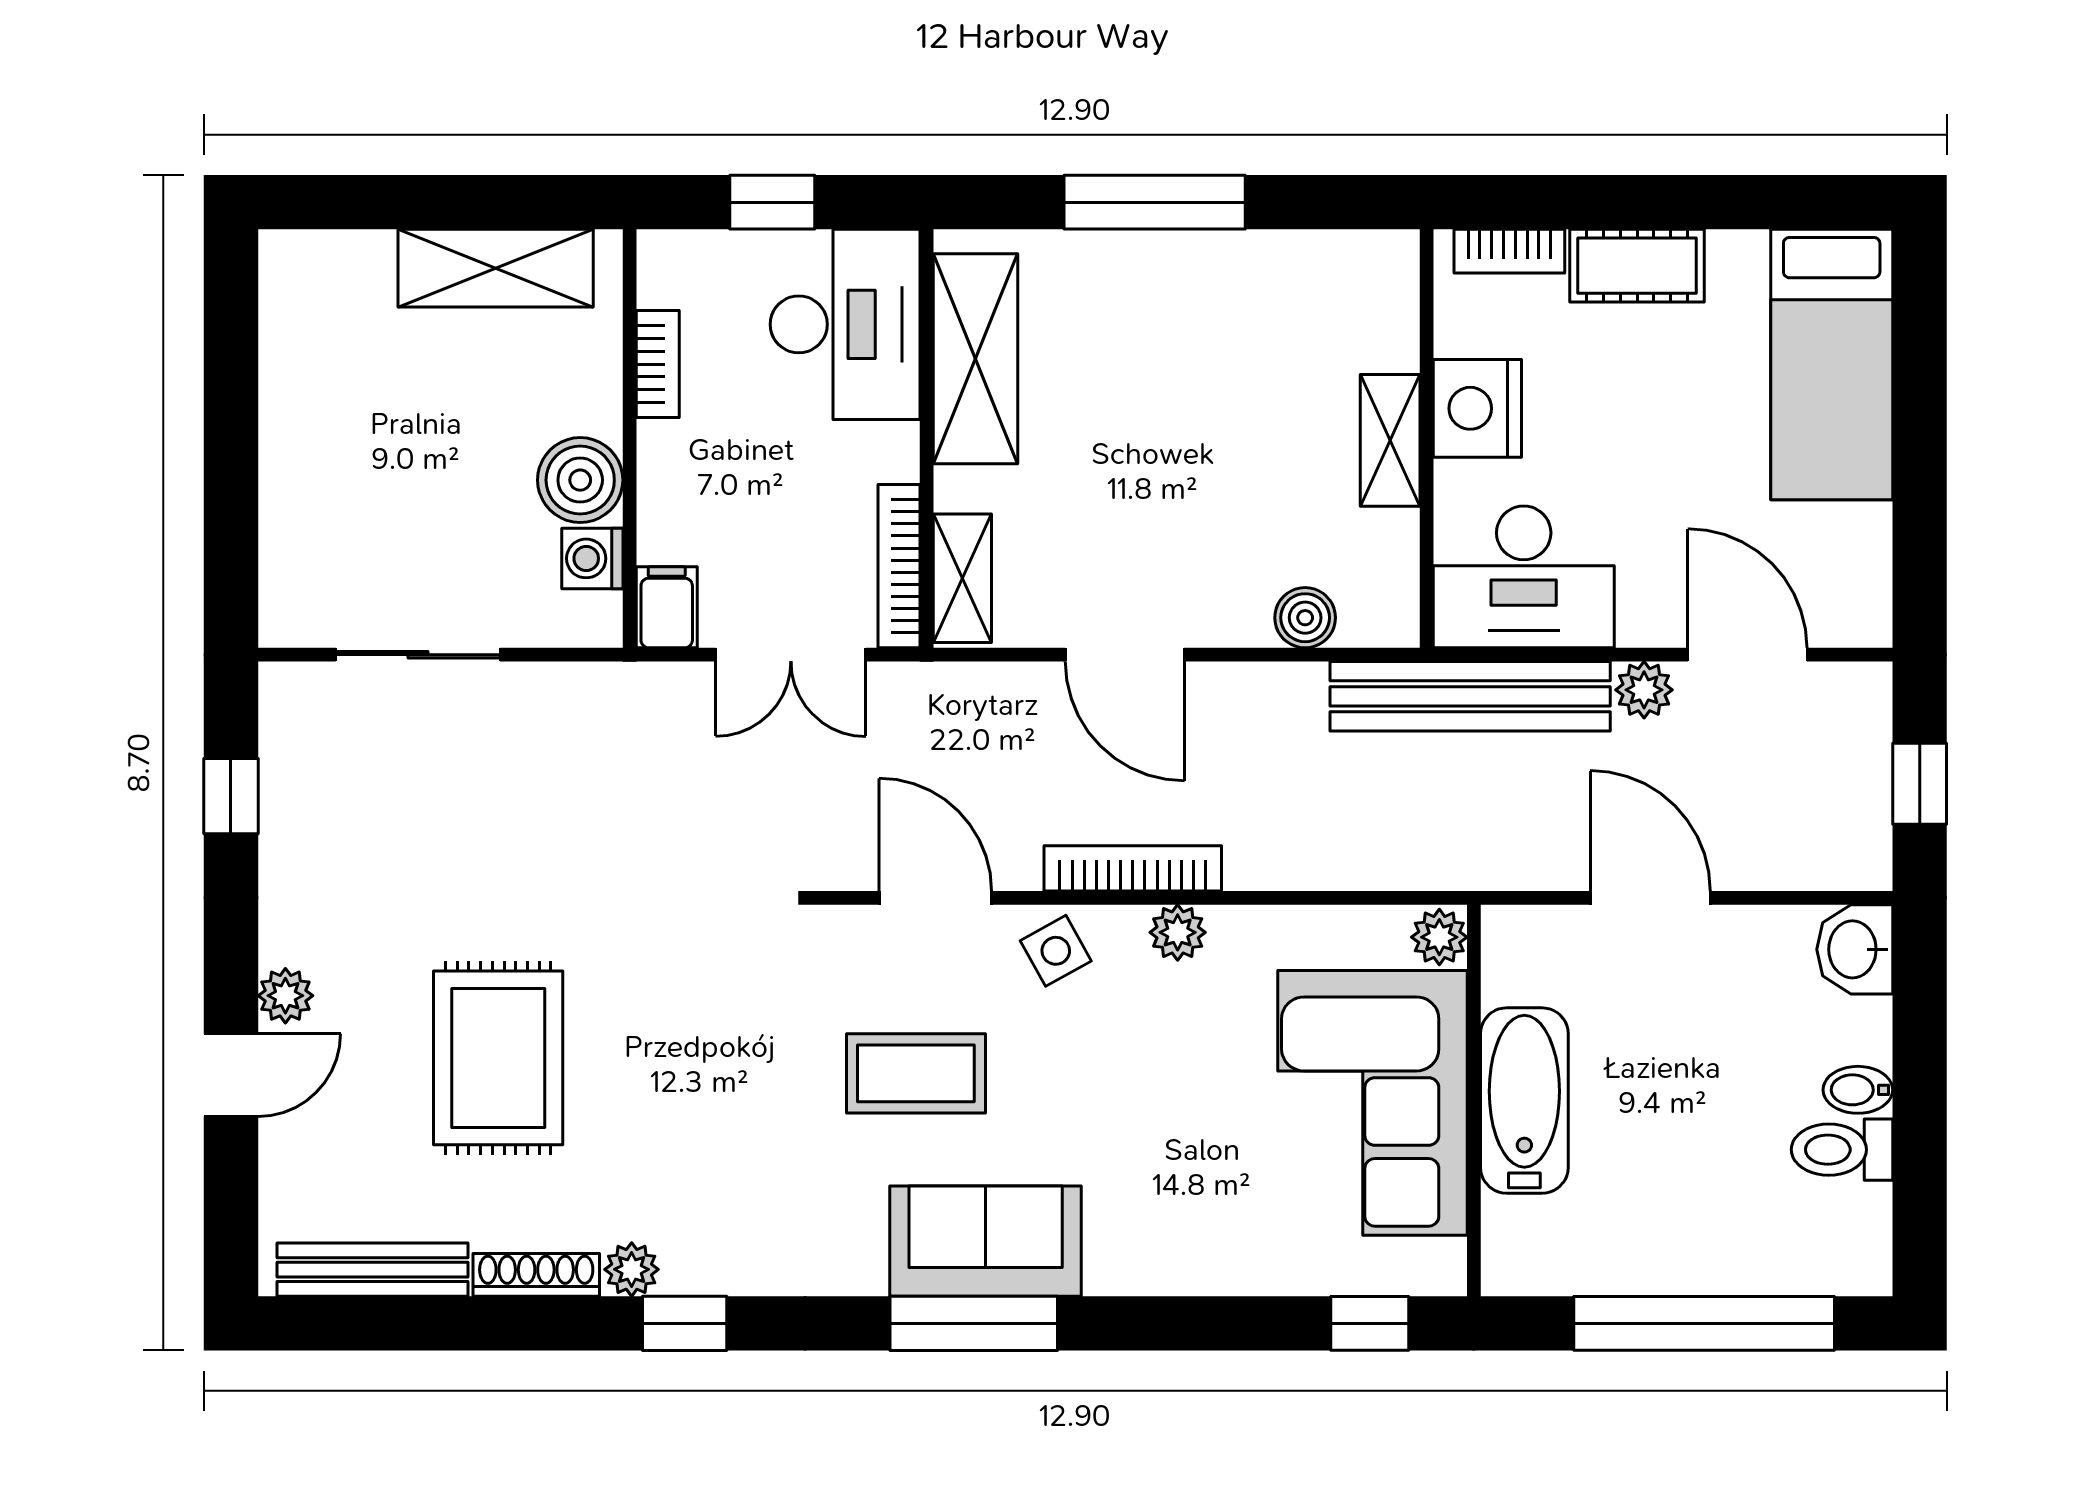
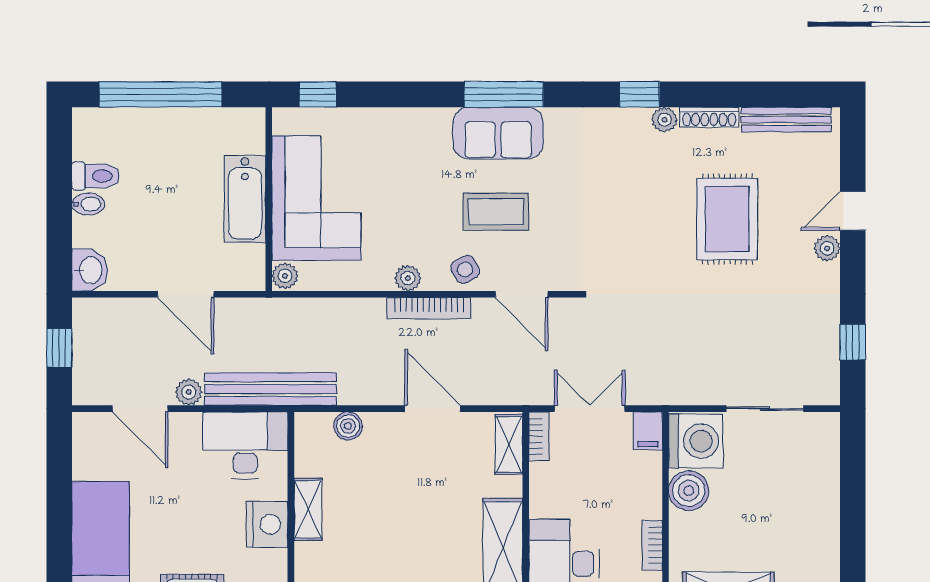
washing machine: (592, 558) -> (696, 441), width x1.89, depth x1.89
bookcase: (899, 566) -> (539, 436), width x0.64
coffee table: (916, 1073) -> (496, 212), moved

